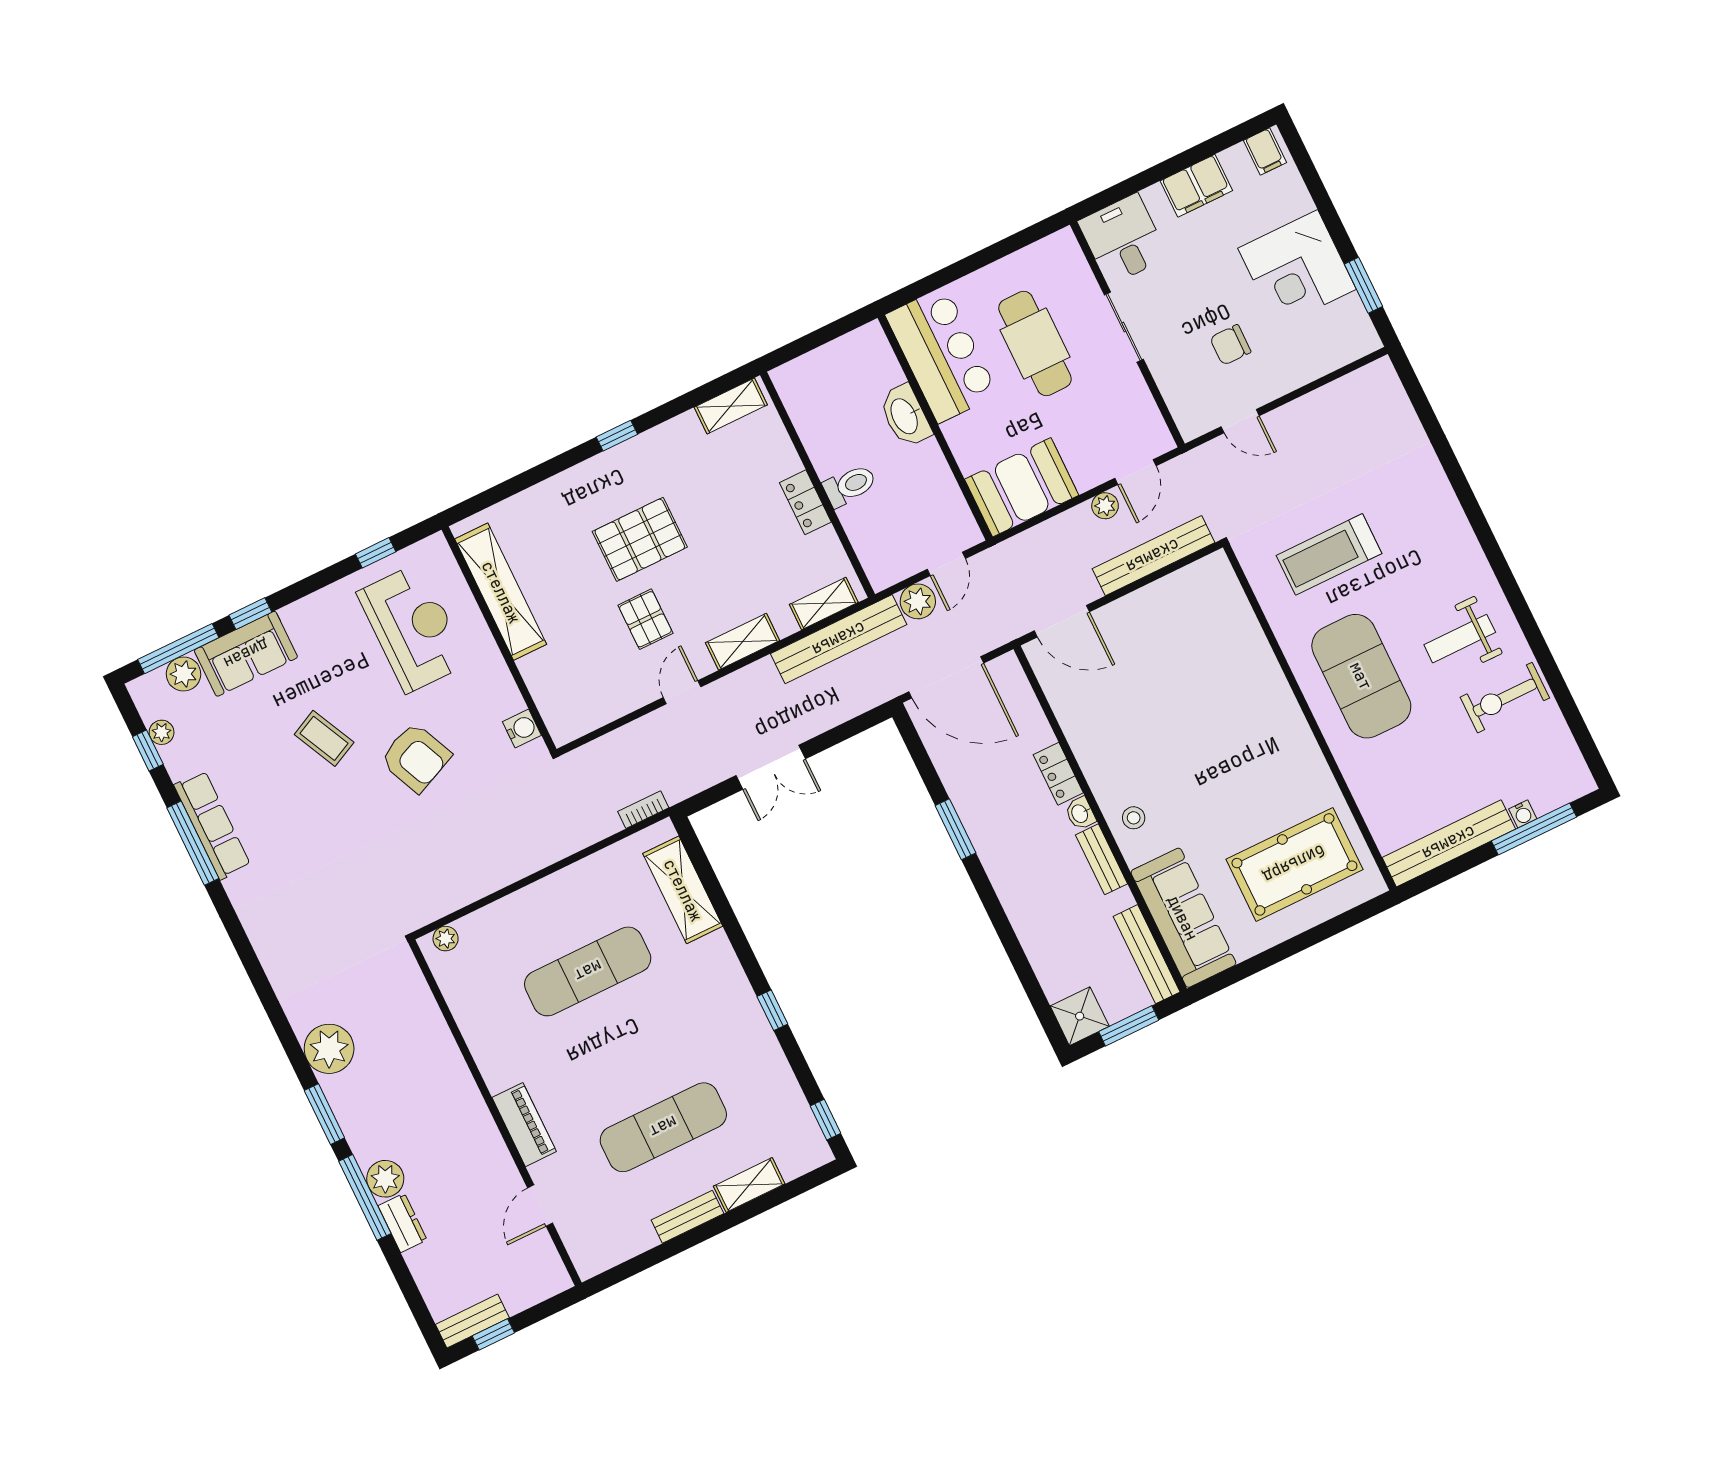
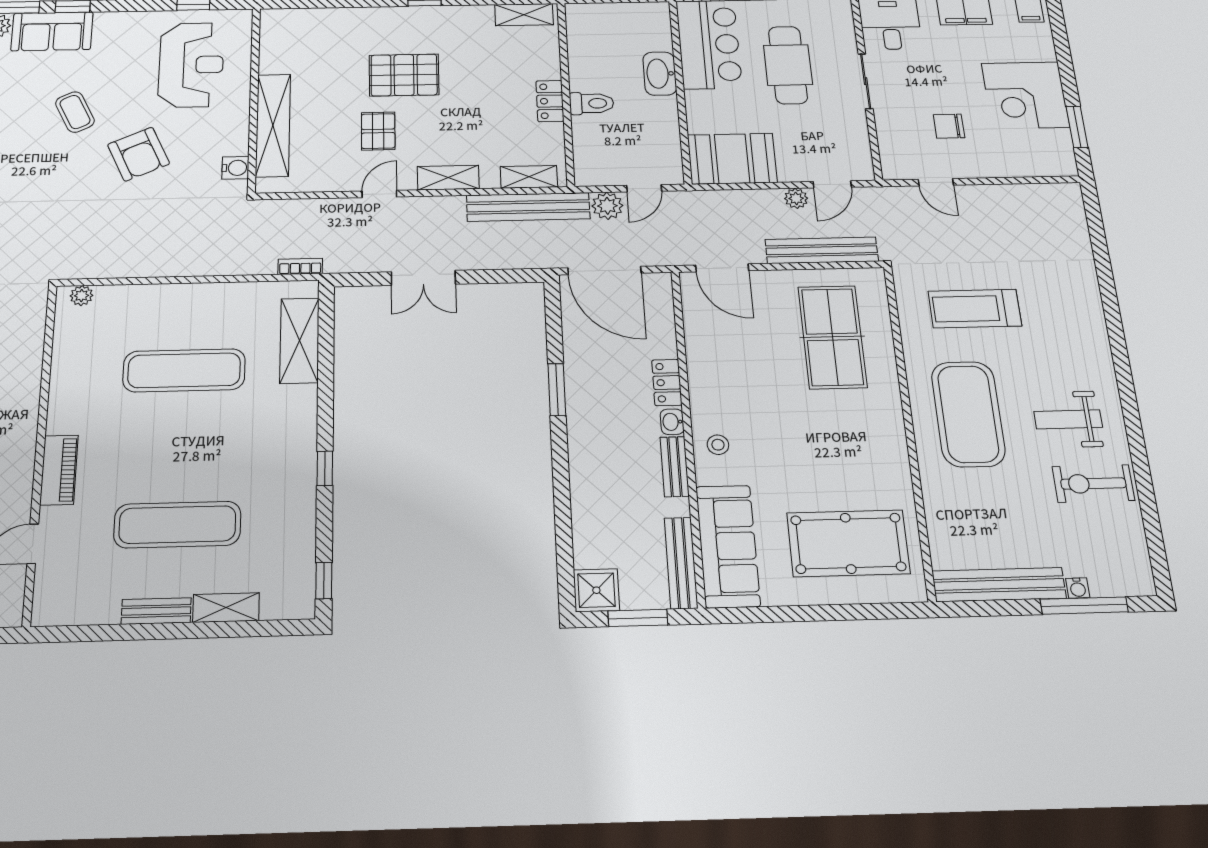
shelving: (501, 592) -> (273, 125), moved
table tennis table: (1200, 650) -> (832, 337), added

